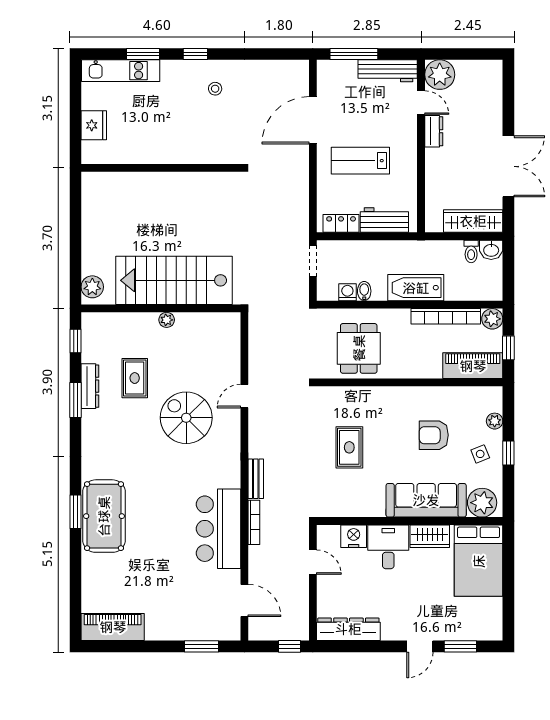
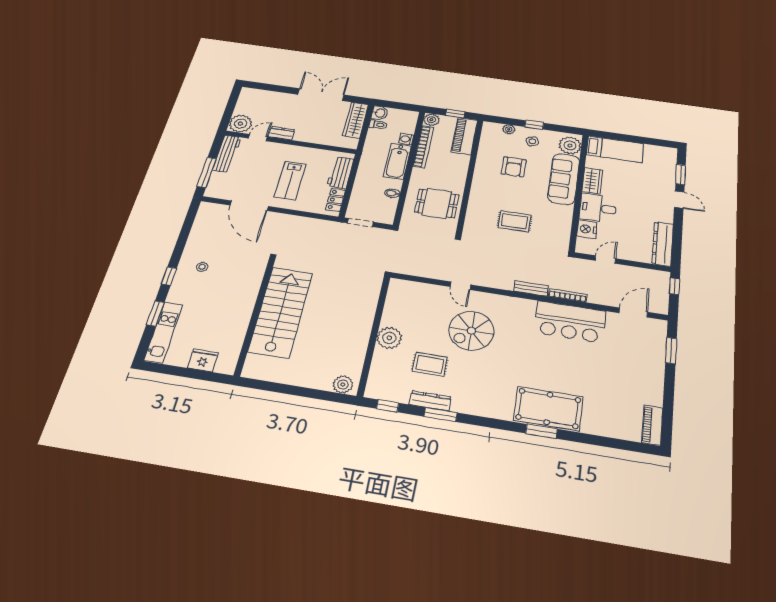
stairs: (174, 280) -> (281, 312), moved, turned 180
washing machine: (347, 292) -> (406, 139), moved
plant: (167, 320) -> (389, 338), width x1.88, depth x1.88
bed: (479, 561) -> (615, 149), width x0.67
piano: (113, 627) -> (652, 425), width x0.73, depth x0.75

